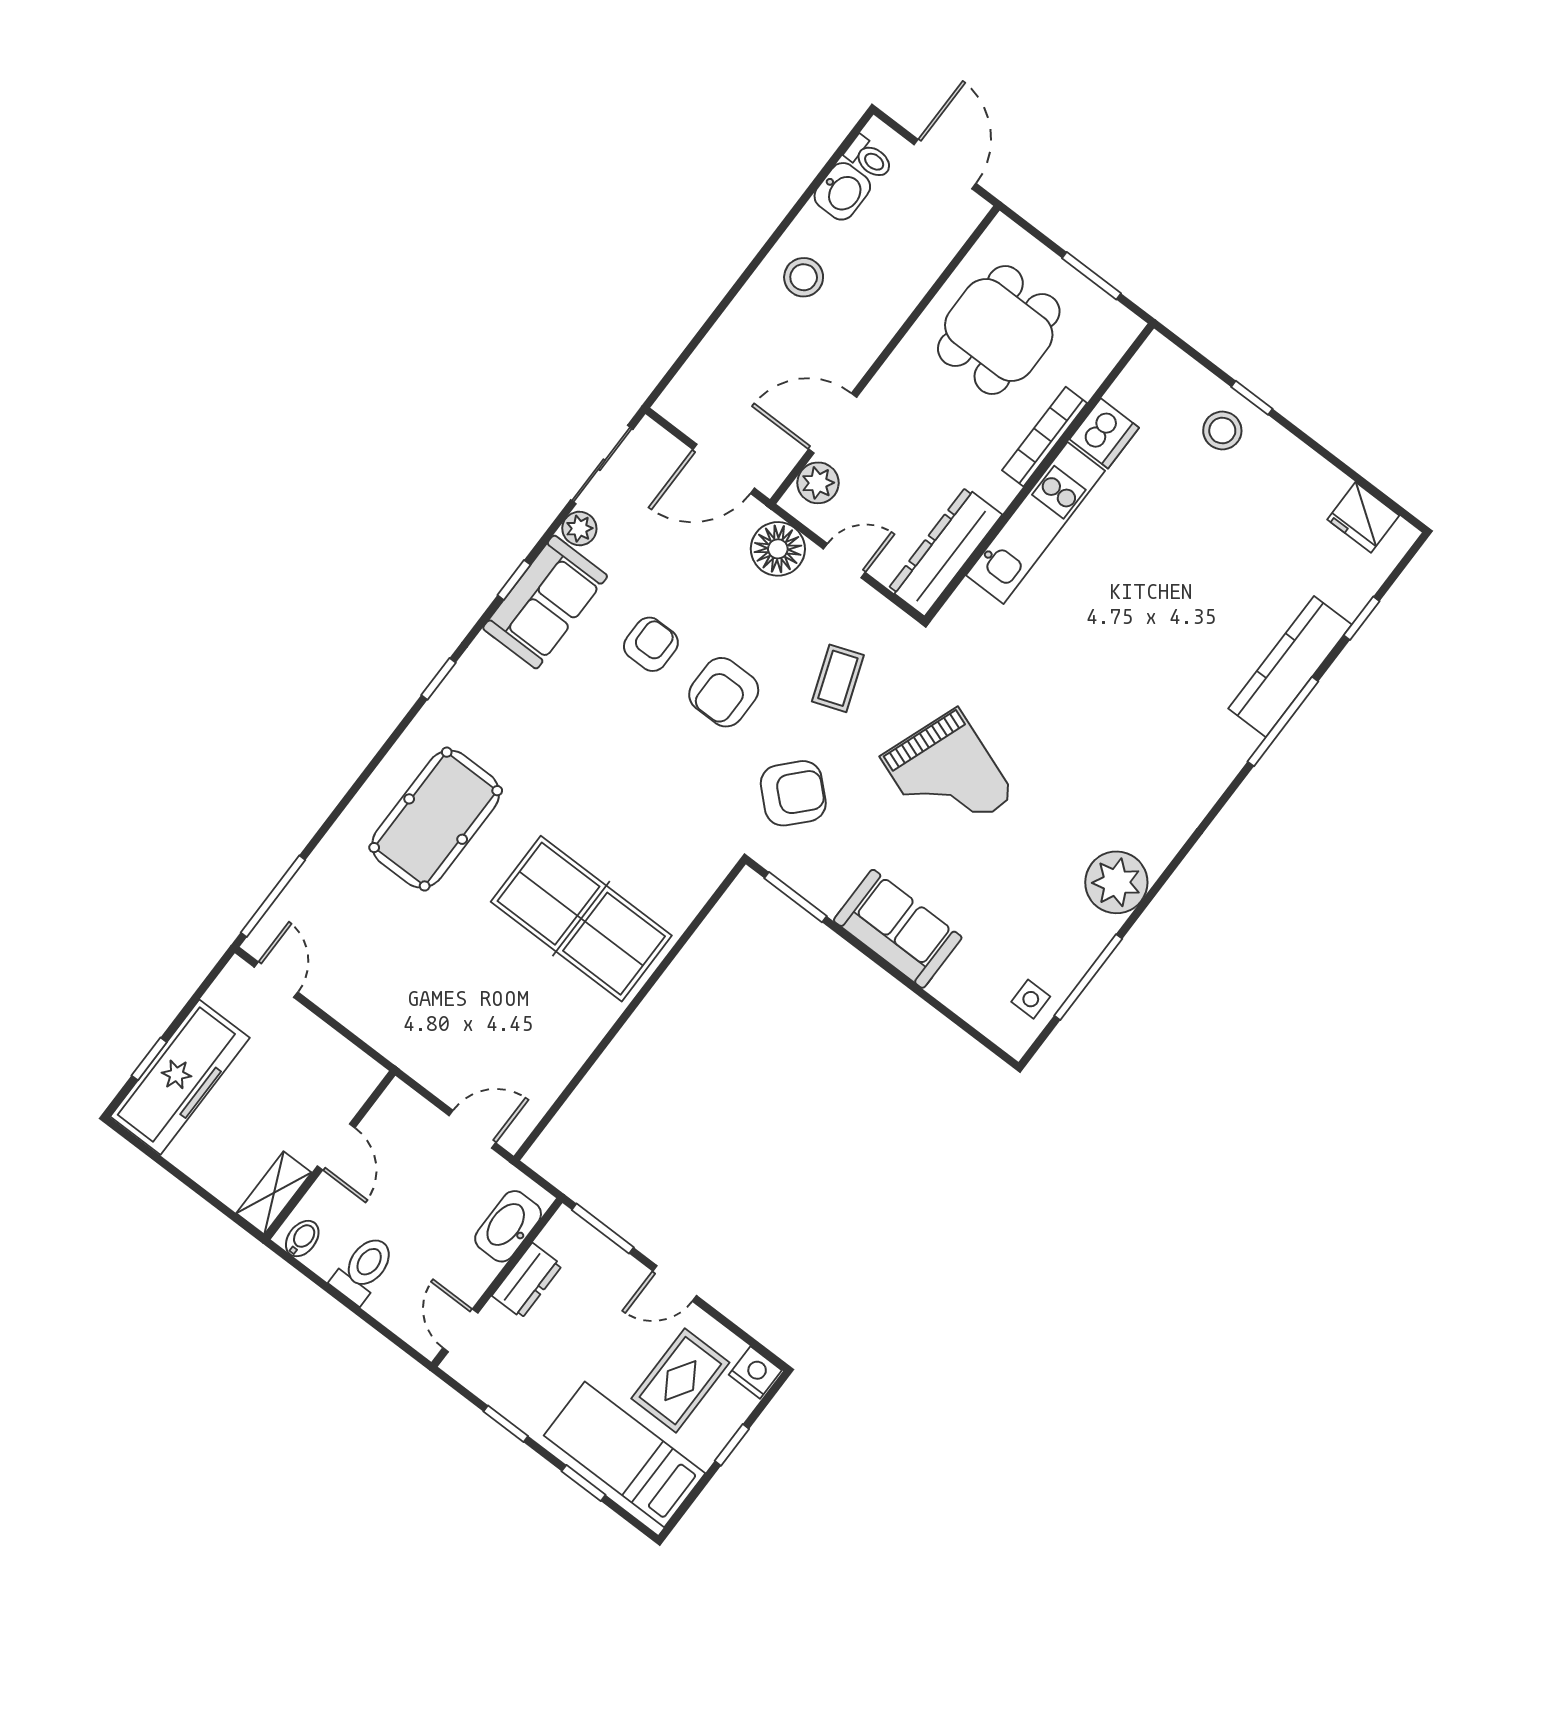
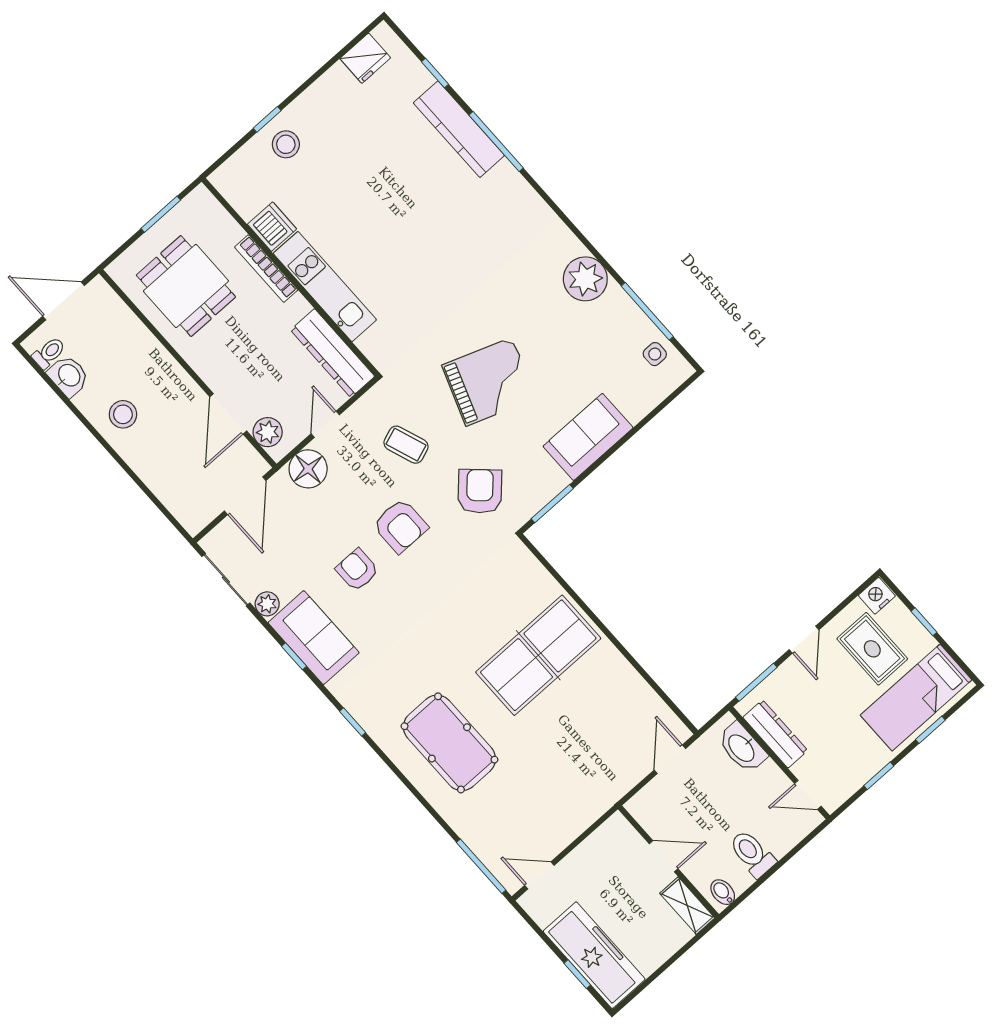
dresser: (527, 1281) -> (775, 734), width x1.44

